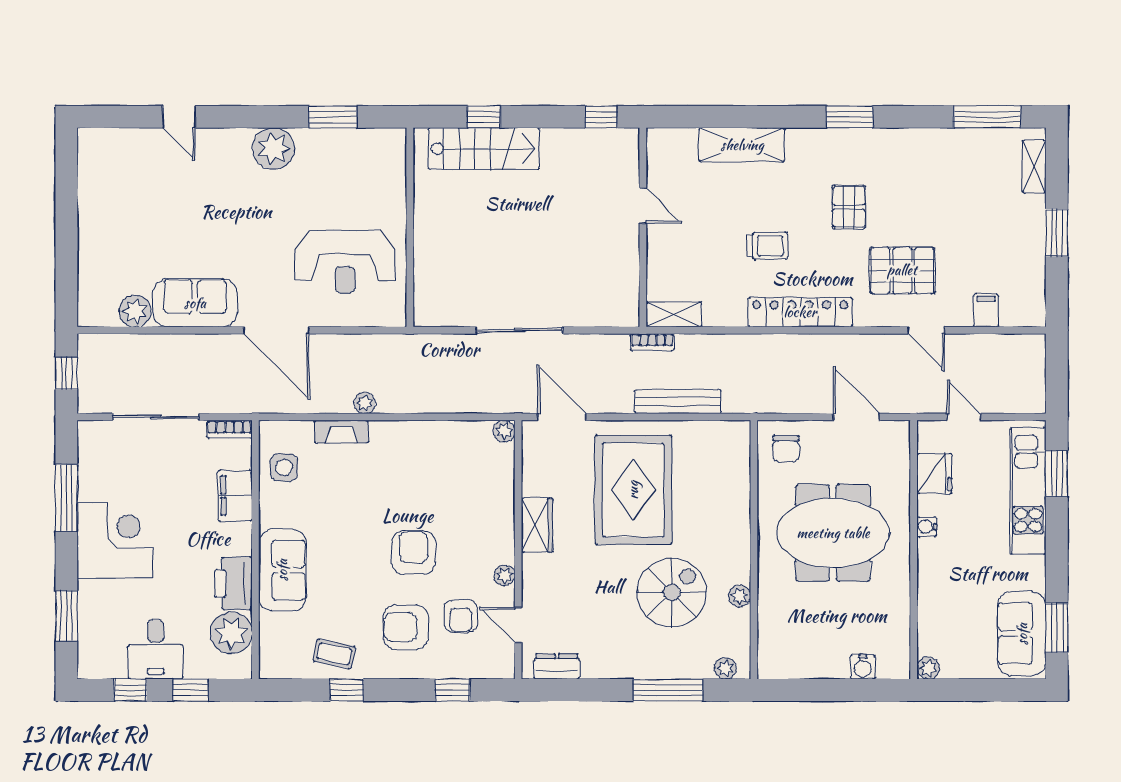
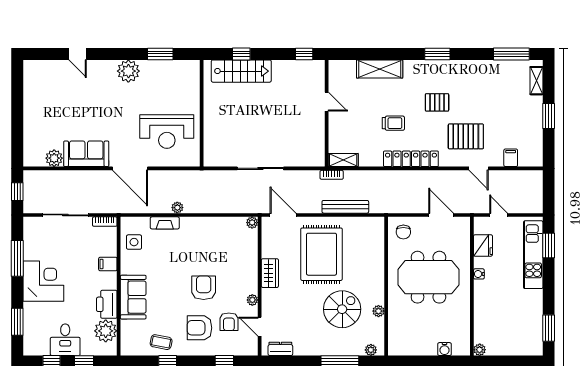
pallet: (849, 207) -> (437, 102), turned 90
filing cabinet: (235, 496) -> (108, 264), width x0.50
sofa: (1022, 634) -> (530, 331), removed

